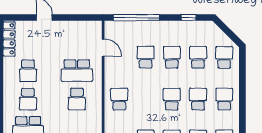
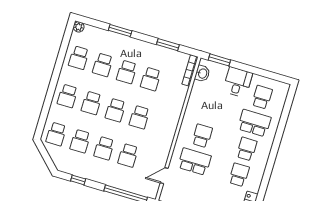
door: (103, 48) -> (164, 176), hinge flipped
school desk: (119, 99) -> (139, 117), moved

